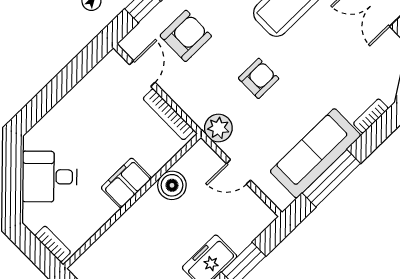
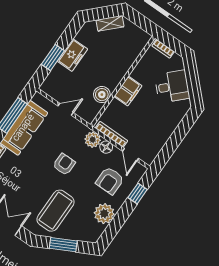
armchair: (259, 78) -> (64, 164), turned 180
floor lamp: (181, 94) -> (106, 147), added
plant: (218, 128) -> (93, 140), moved

